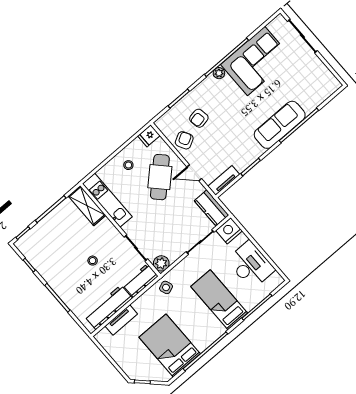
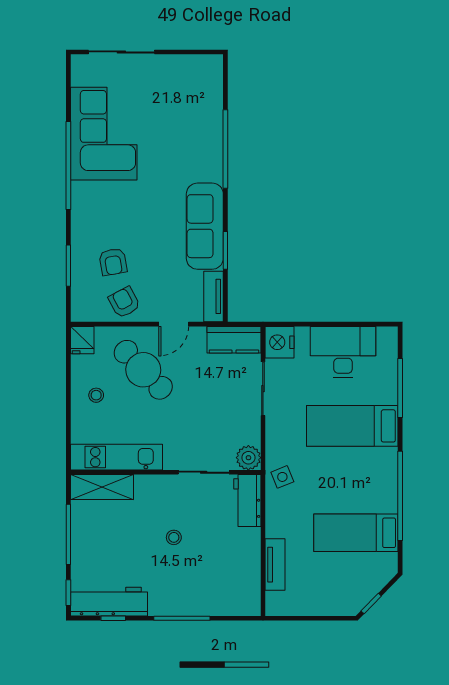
plant: (219, 73) -> (80, 191), removed
sofa: (280, 125) -> (205, 226), moved
workbench: (108, 307) -> (109, 602), moved, turned 90
bed: (170, 345) -> (356, 533), width x0.67

